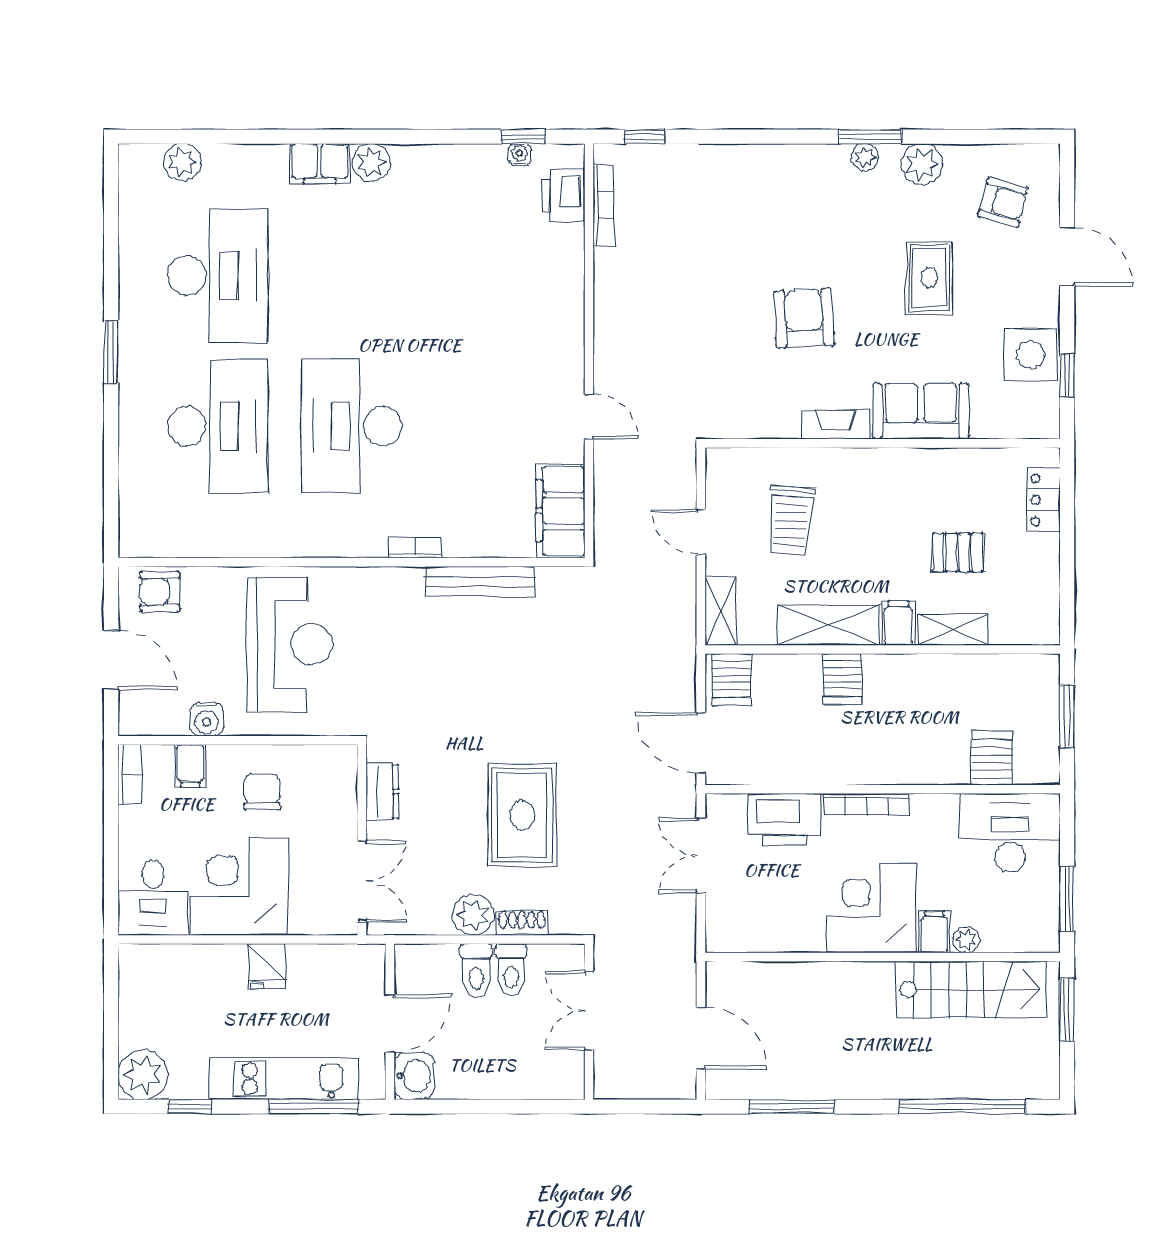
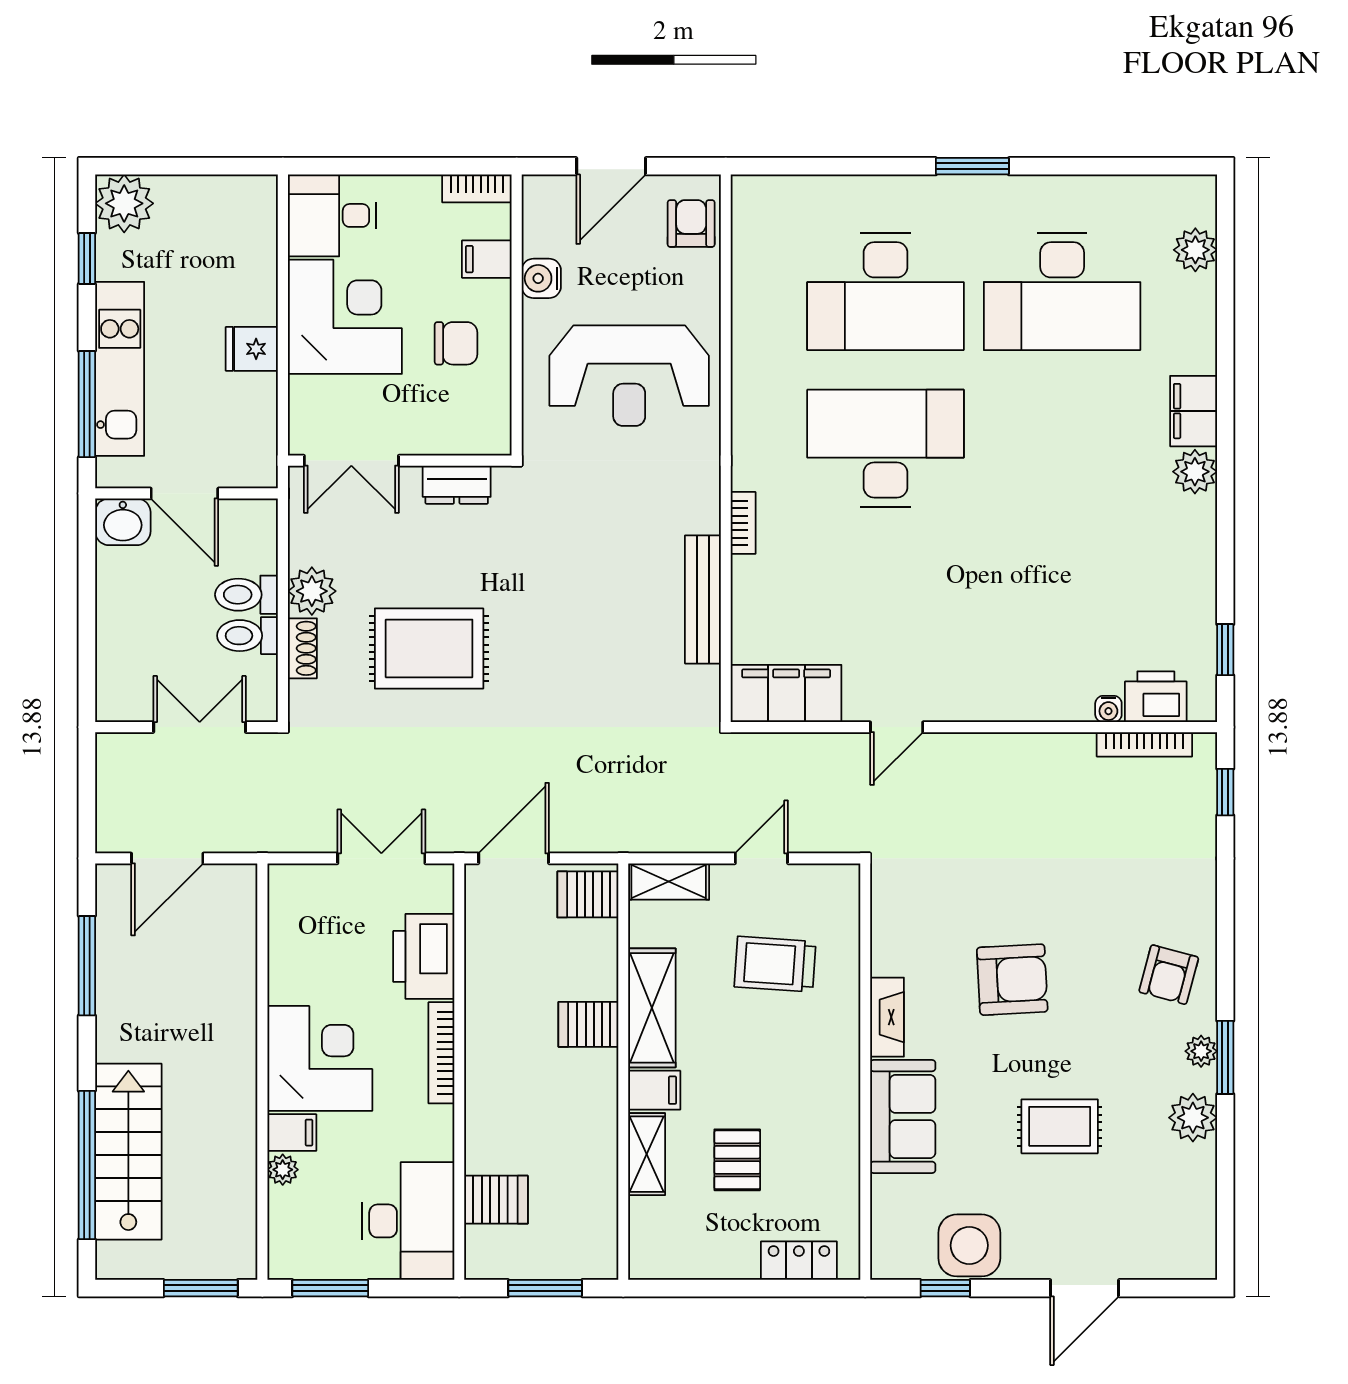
water cooler: (519, 155) -> (1108, 709), moved, turned 90
armchair: (1003, 202) -> (1169, 975), moved
stairs: (971, 989) -> (128, 1152), moved, turned 180

